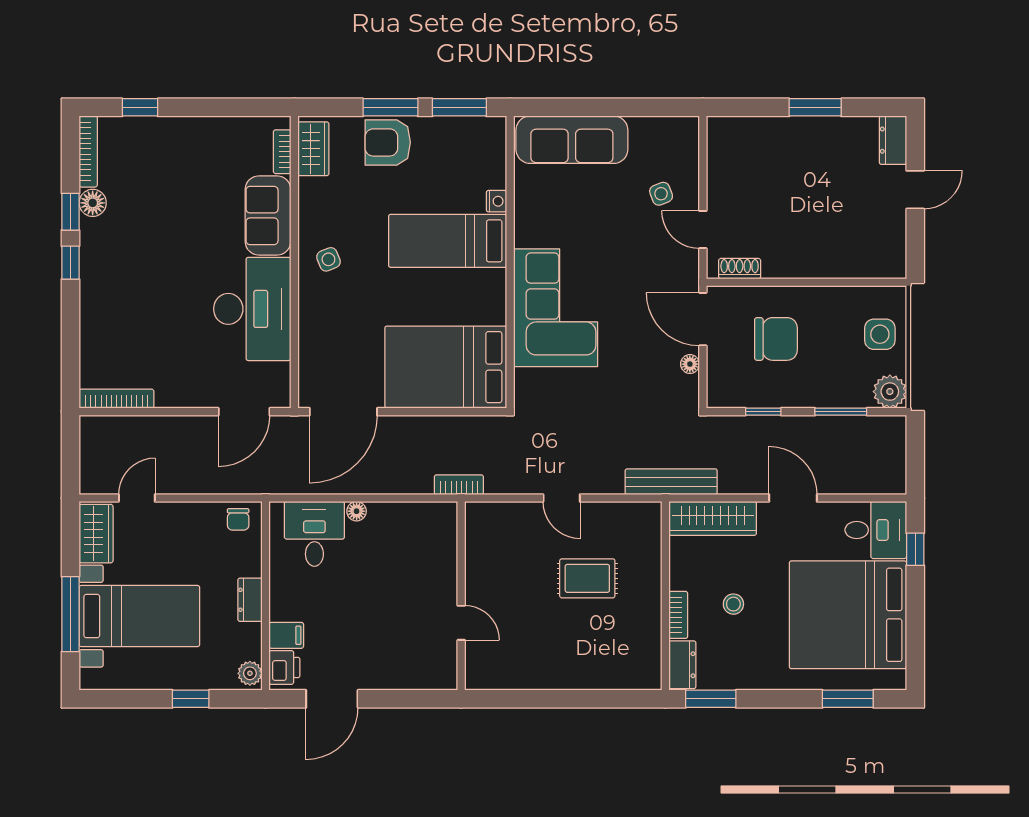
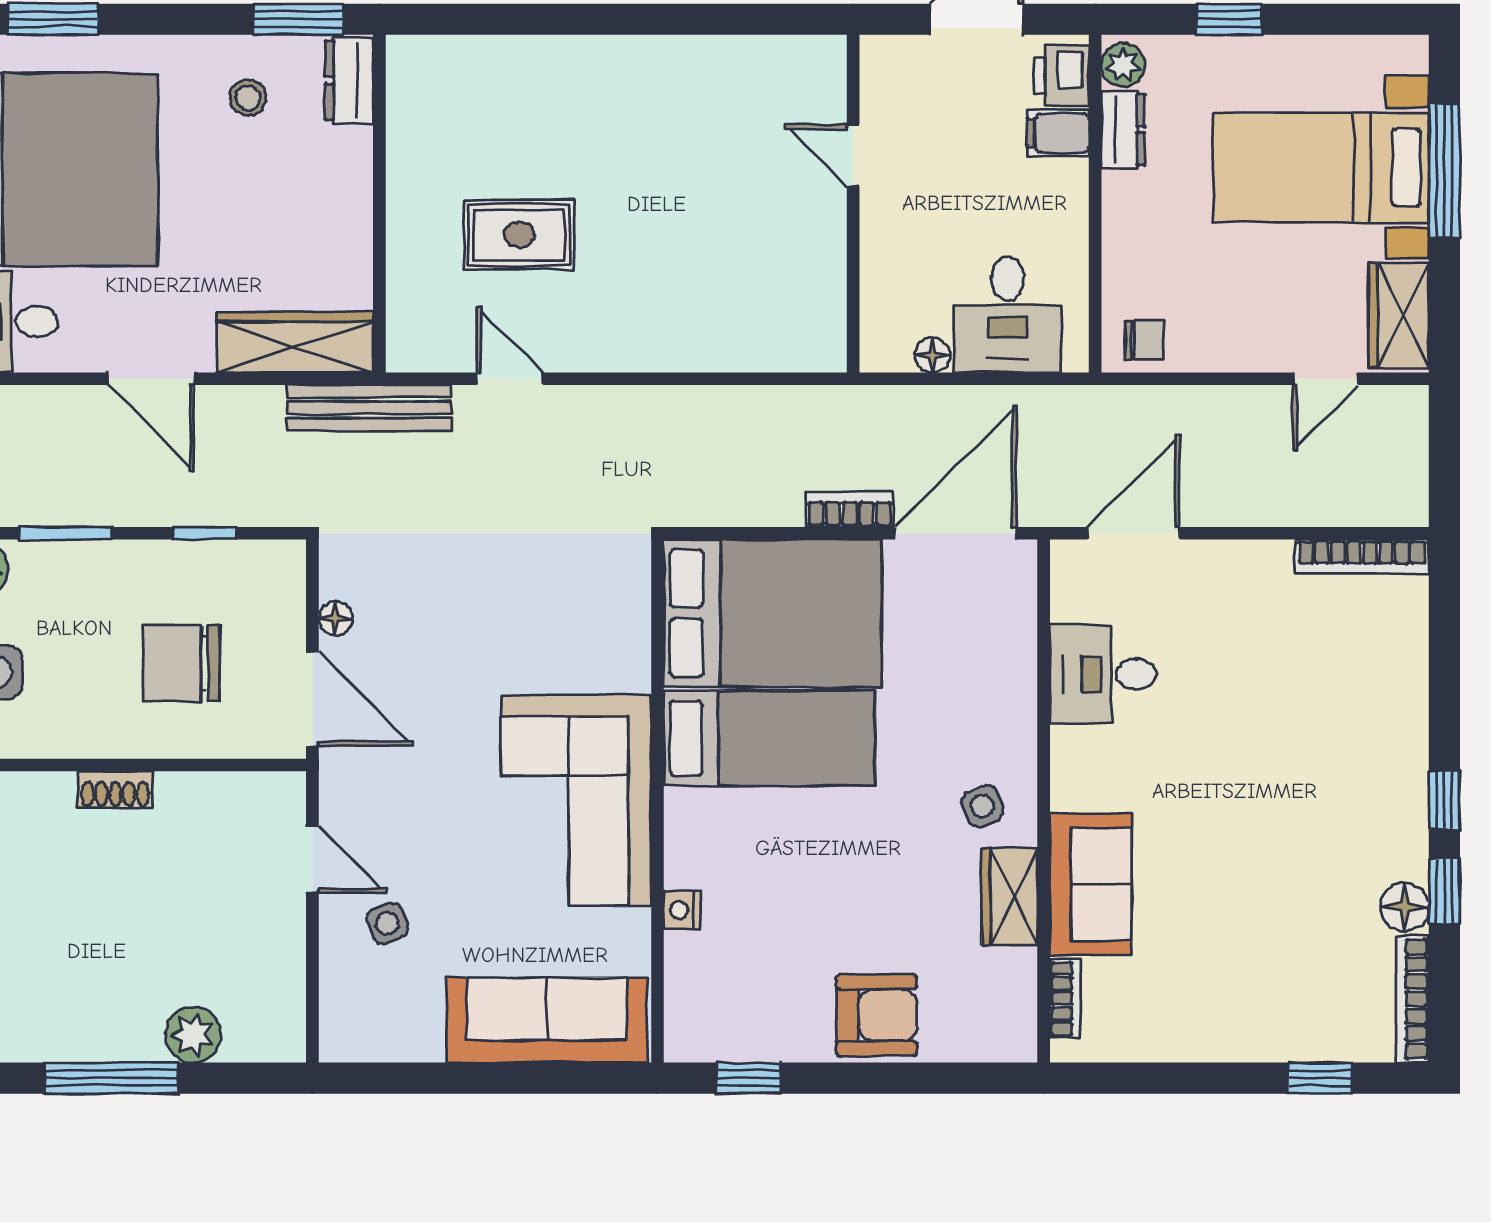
window: (390, 107) -> (872, 1078), removed
window: (459, 107) -> (748, 1078), width x0.67
window: (815, 107) -> (111, 1078), width x1.44
plant: (770, 131) -> (193, 1035), added
wardrobe: (313, 149) -> (1010, 897), moved
bed: (448, 241) -> (769, 738), moved
shoe rack: (740, 269) -> (115, 789), moved
corner sofa: (556, 308) -> (576, 801), moved
desk: (252, 309) -> (1103, 674), width x0.53, depth x0.77
bookcase: (459, 485) -> (850, 509), moved, turned 180
door: (562, 498) -> (510, 379), moved
chair: (238, 519) -> (1144, 340), turned 90
wall: (461, 596) -> (853, 204), moved
dresser: (250, 600) -> (1123, 130), moved
stool: (733, 604) -> (248, 98), moved
bookcase: (678, 615) -> (356, 169), removed
door: (461, 623) -> (853, 155), moved

